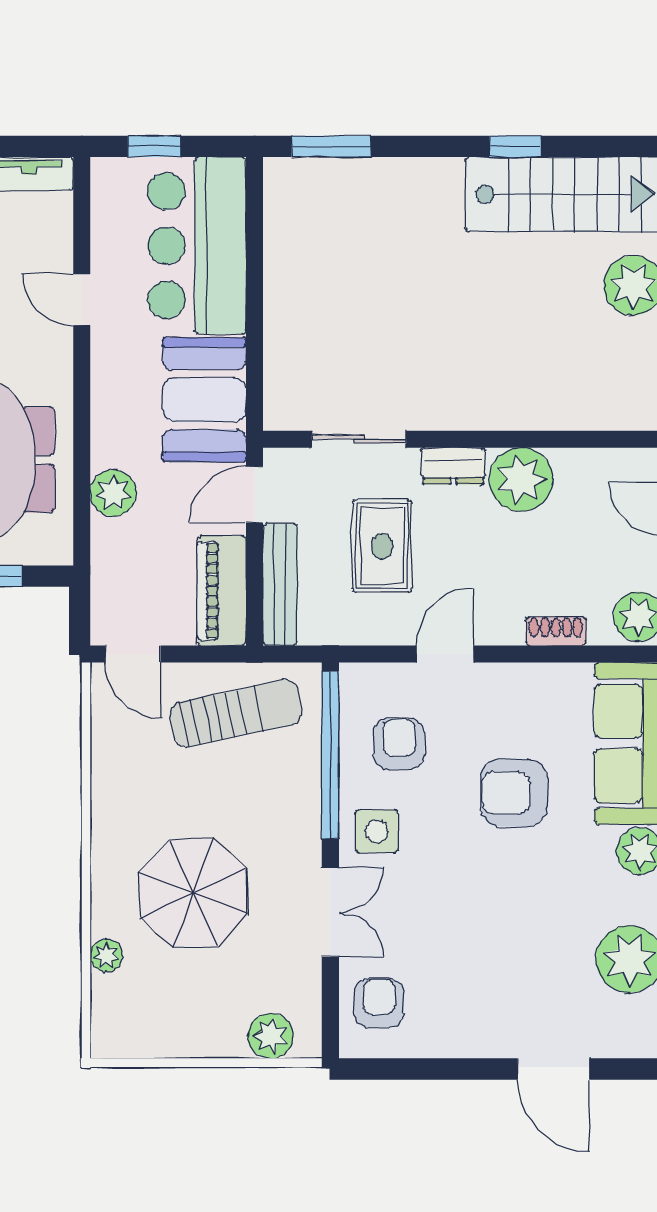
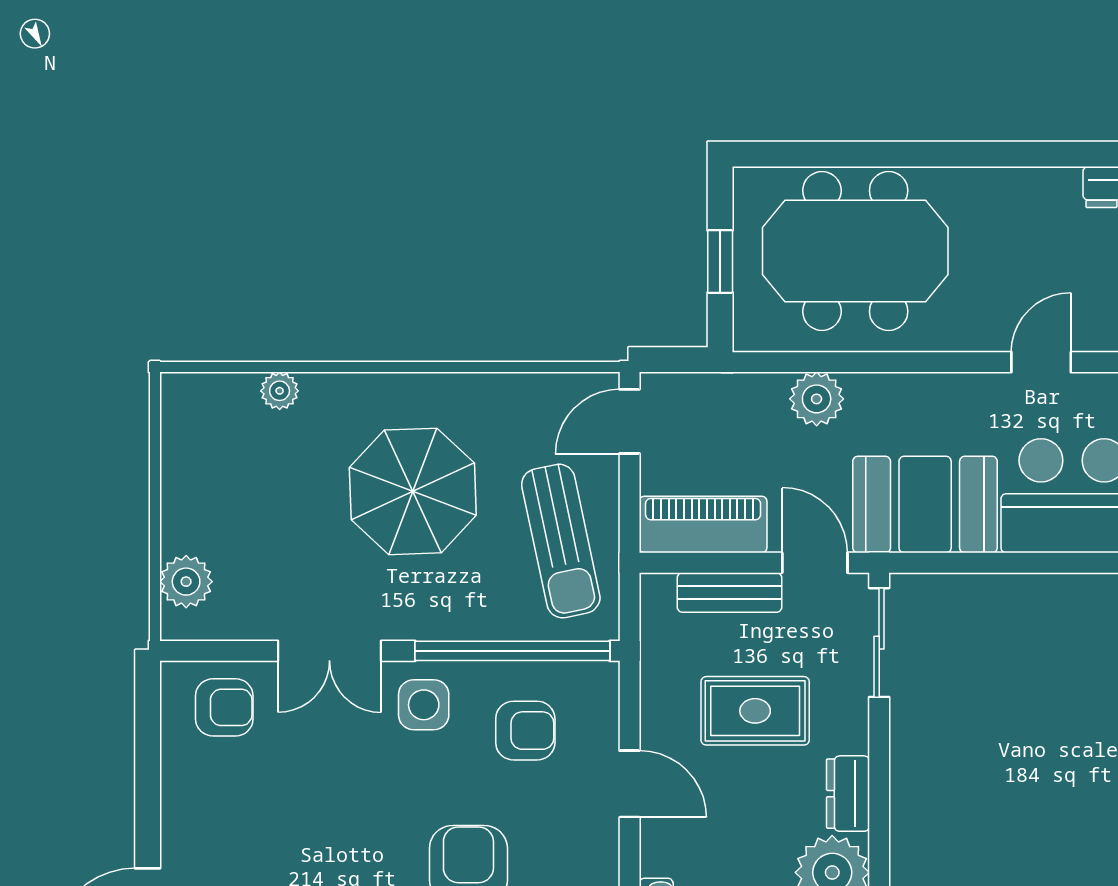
sliding door: (359, 439) -> (879, 643), moved
bench: (280, 584) -> (730, 592), width x0.73
parasol: (193, 893) -> (413, 491), moved

